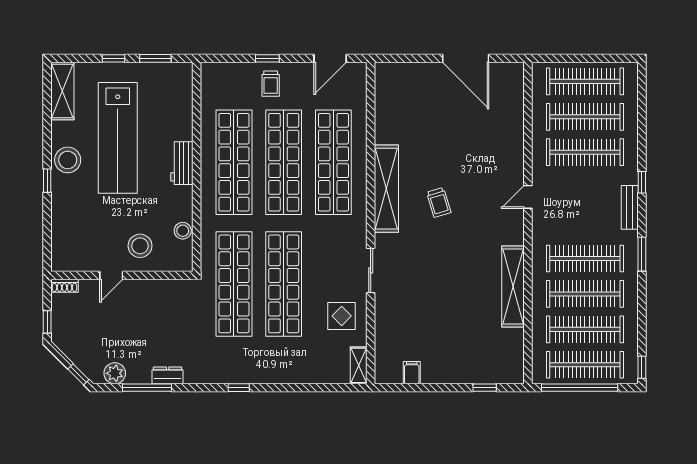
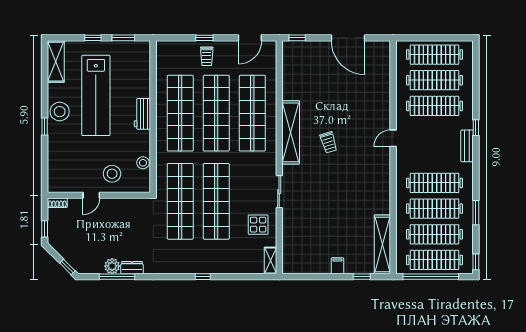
window: (395, 58) -> (297, 38), added
window: (642, 254) -> (476, 213), moved
shelving: (513, 287) -> (382, 244), moved
plant: (115, 373) -> (112, 266), moved
filing cabinet: (412, 373) -> (337, 266), moved
window: (239, 388) -> (203, 277), moved

